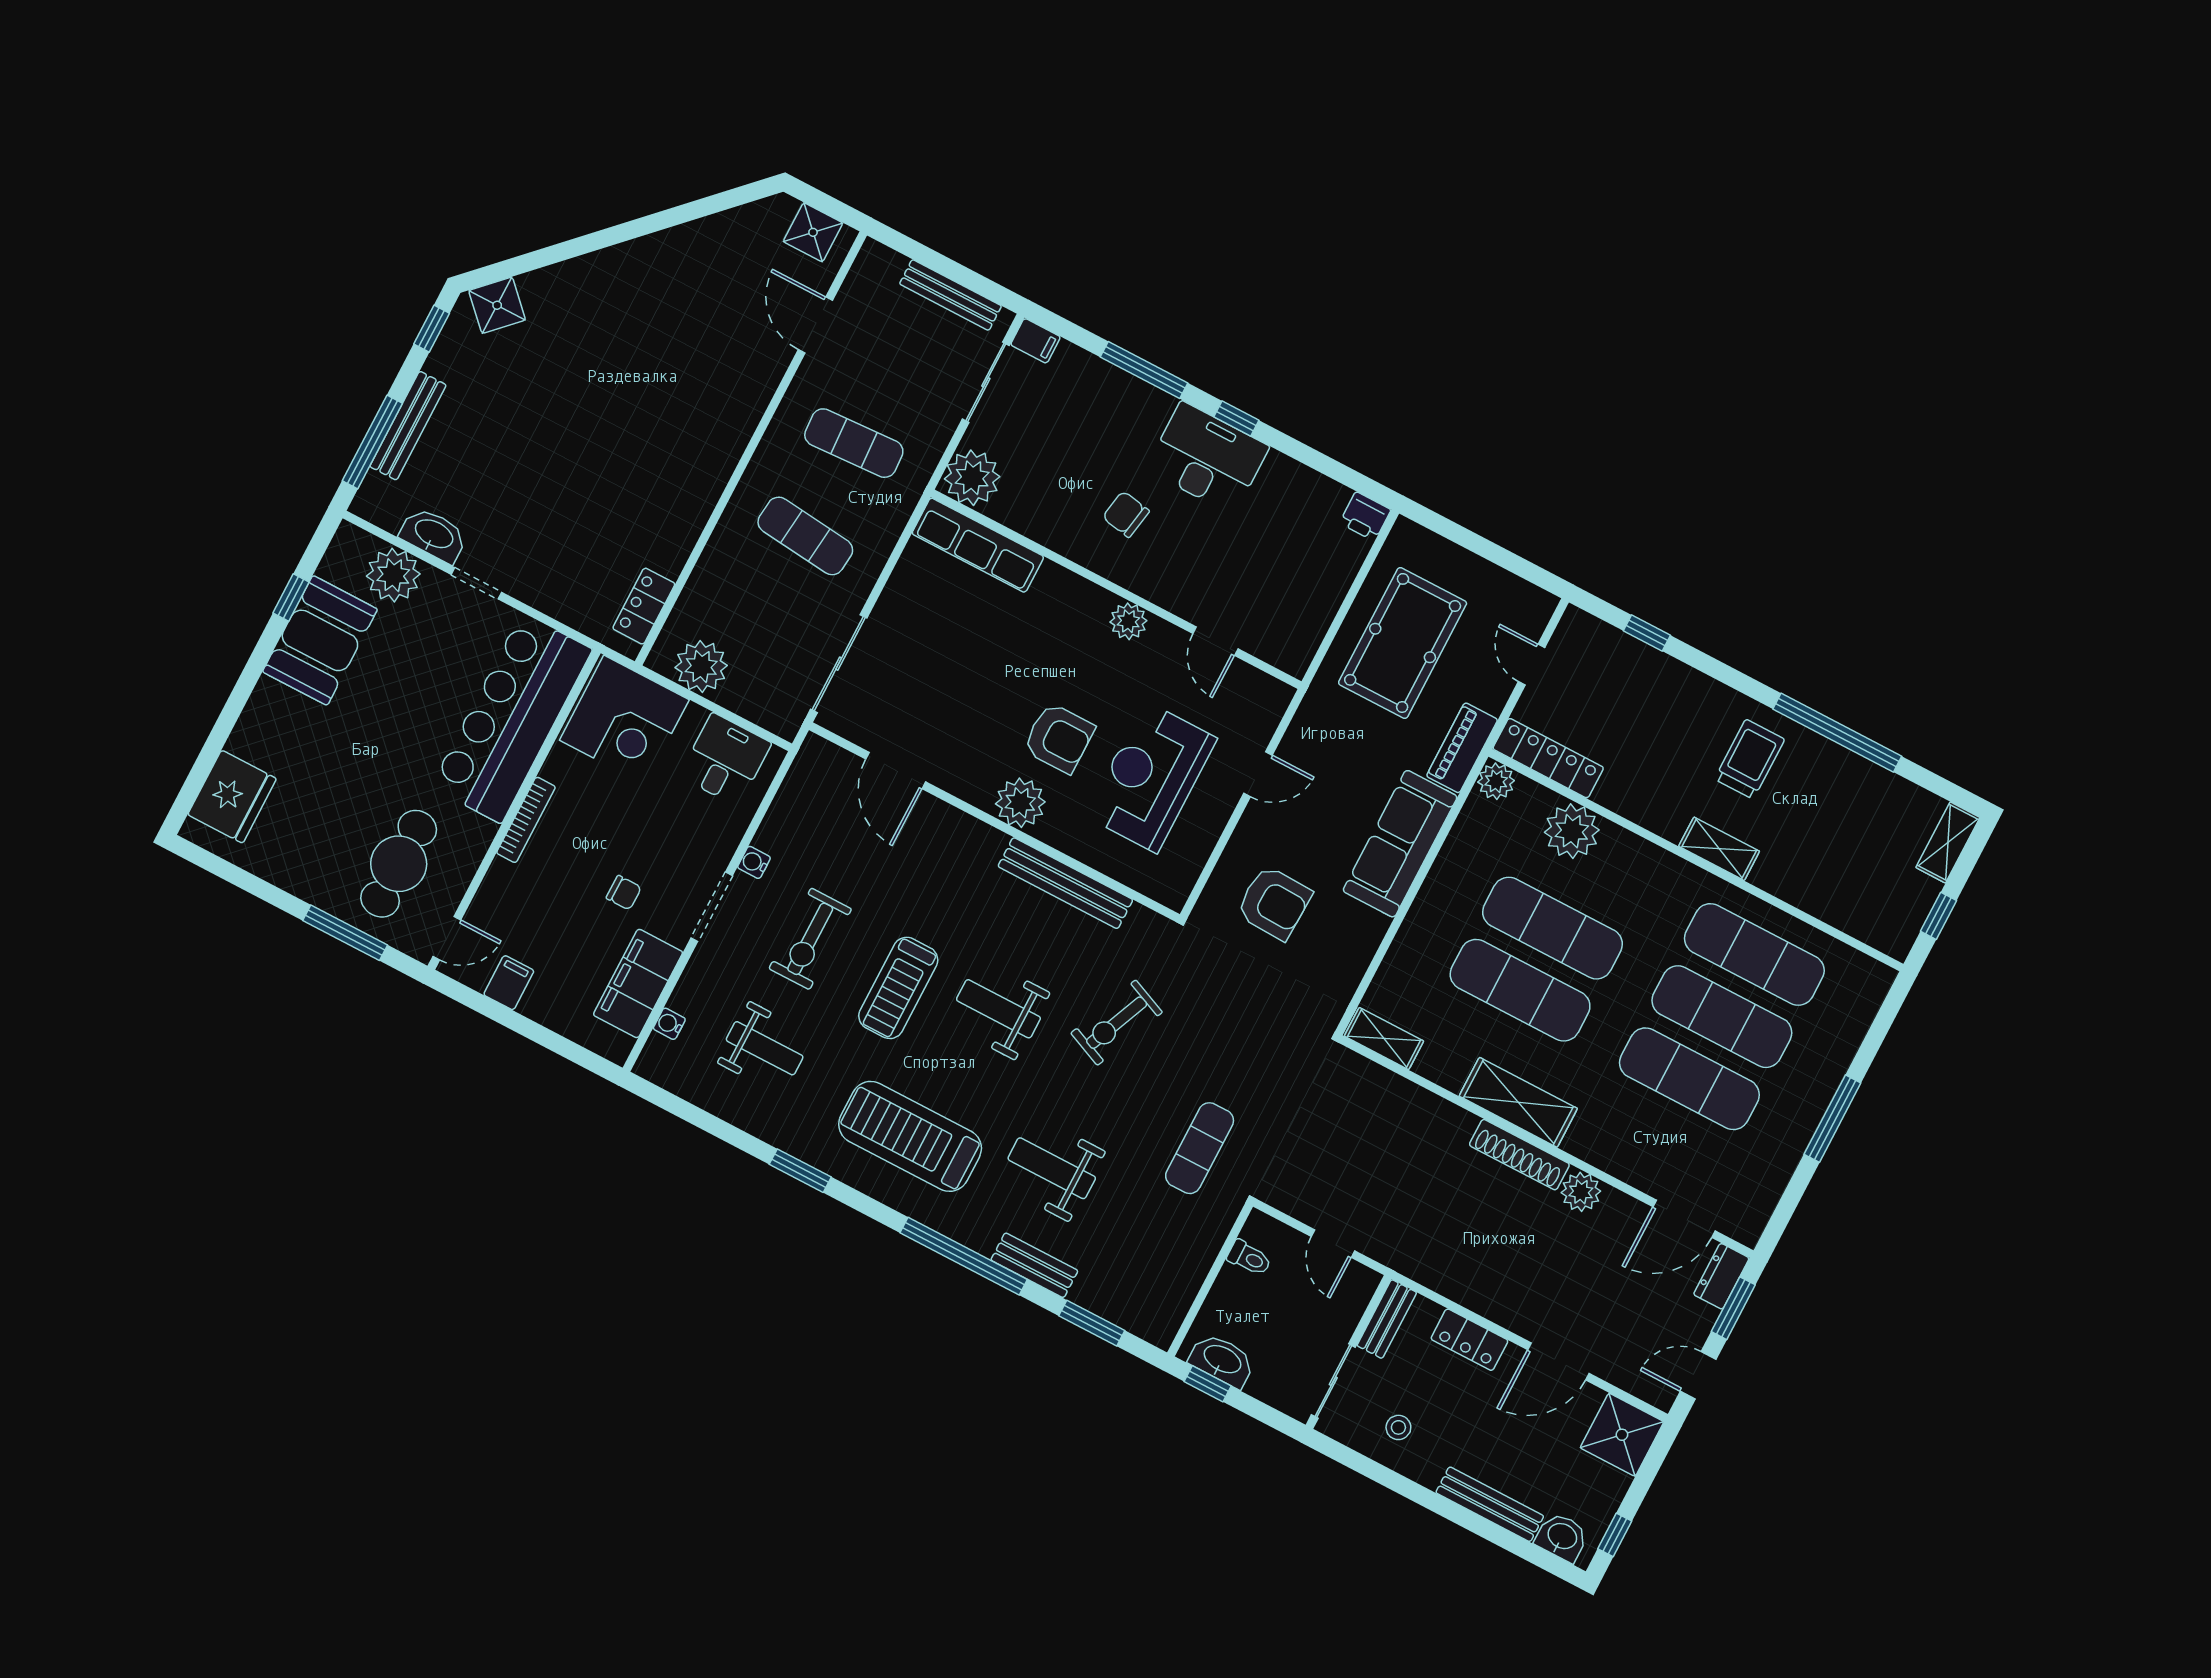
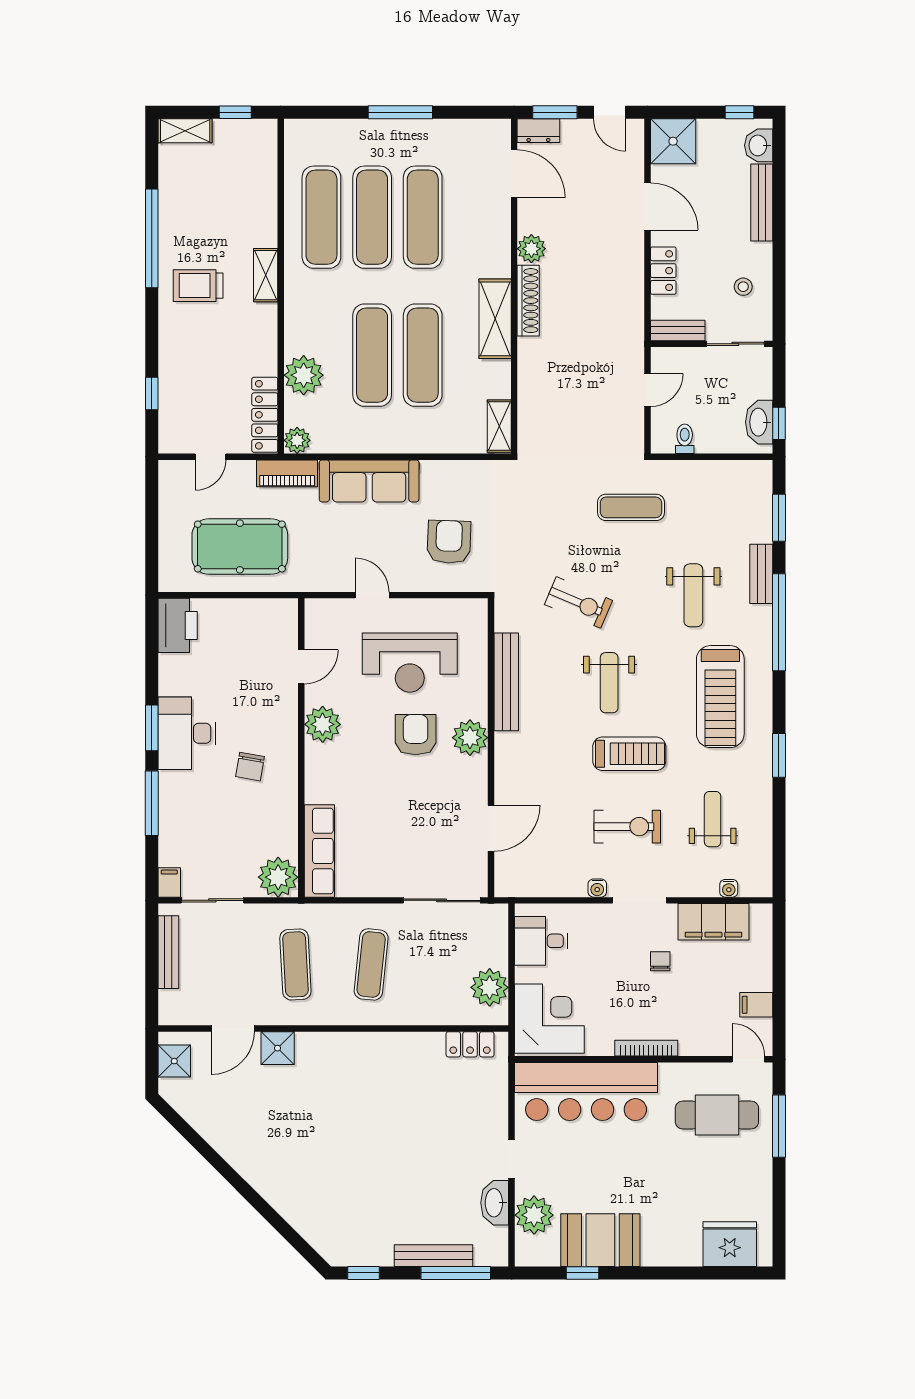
shower: (497, 305) -> (278, 1048), moved, turned 45
window: (1236, 418) -> (152, 728), width x1.50
printer: (1365, 516) -> (178, 625), width x1.87, depth x1.48
plant: (1128, 621) -> (323, 724), width x1.36, depth x1.36

